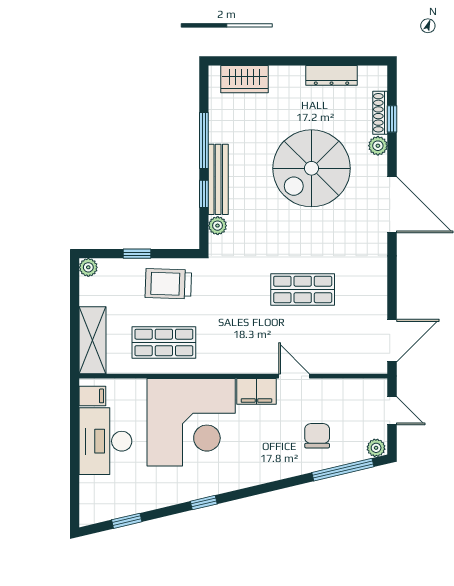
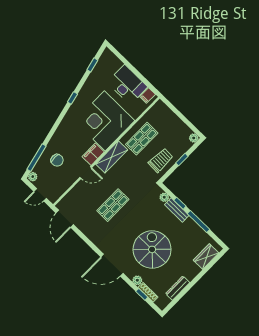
bench: (218, 179) -> (177, 210), width x0.73
shelving: (93, 340) -> (112, 157), moved, turned 90

